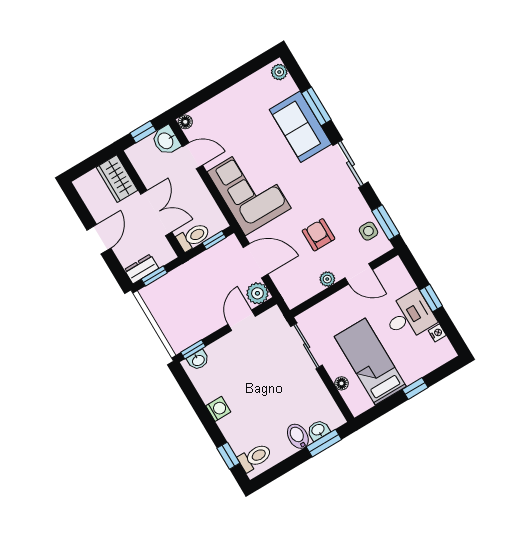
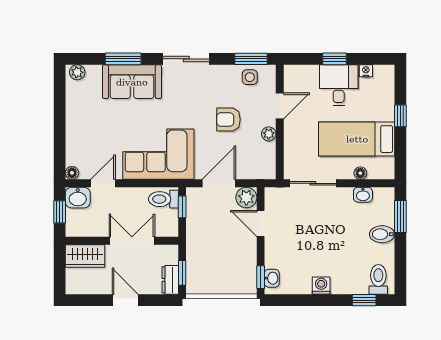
toilet: (193, 237) -> (163, 199), moved, turned -90
washbasin: (318, 430) -> (363, 195), moved, turned -90

